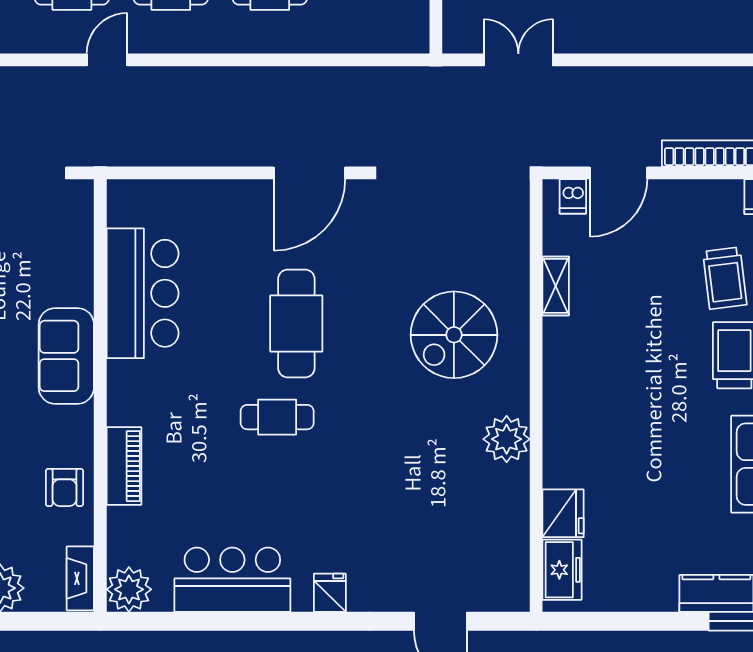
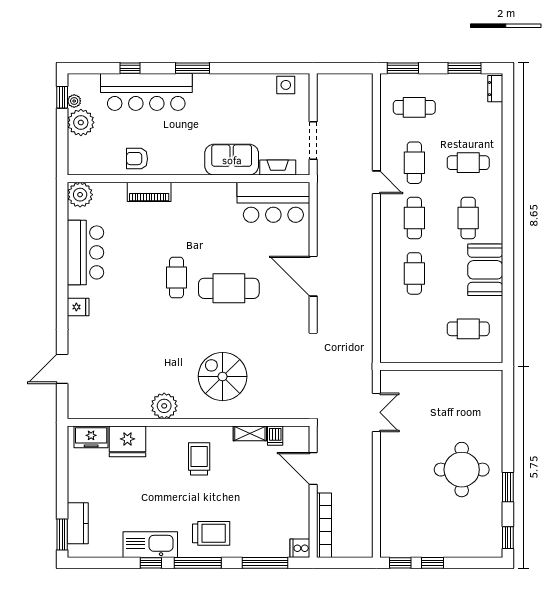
door: (309, 173) -> (313, 276), moved
dishwasher: (573, 196) -> (275, 436), moved, turned -90
trolley: (725, 278) -> (199, 459), moved, turned 97
bar counter: (143, 293) -> (273, 202), moved
sofa: (66, 356) -> (232, 160), moved
fridge: (563, 513) -> (127, 441), width x1.36, depth x1.34
fireplace: (80, 578) -> (278, 167), moved

